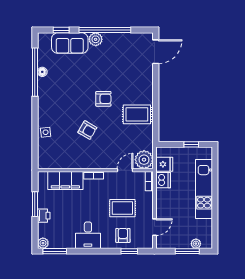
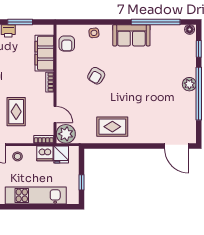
sofa: (70, 43) -> (131, 35), moved, turned -90
floor lamp: (42, 72) -> (190, 29), moved
armchair: (103, 99) -> (67, 44), moved
rug: (137, 114) -> (112, 127), turned 90
stool: (166, 207) -> (18, 156), added

